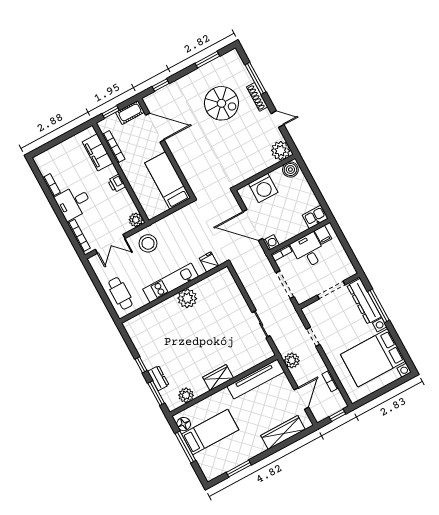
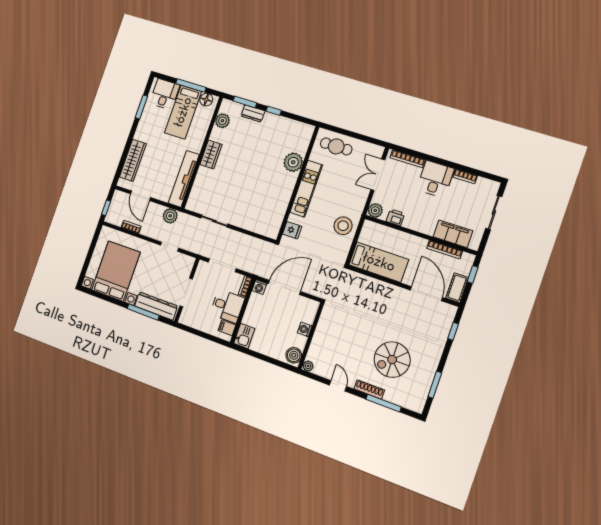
door: (277, 119) -> (338, 386), swing flipped
door: (155, 128) -> (426, 294), swing flipped
sliding door: (56, 141) -> (494, 213), added
plant: (281, 151) -> (308, 366), width x0.53, depth x0.53
printer: (117, 183) -> (395, 217), moved
washing machine: (263, 188) -> (305, 329), width x0.53, depth x0.53
stool: (148, 243) -> (343, 226), moved
plant: (187, 298) -> (293, 162), moved
desk: (212, 461) -> (165, 94), added

